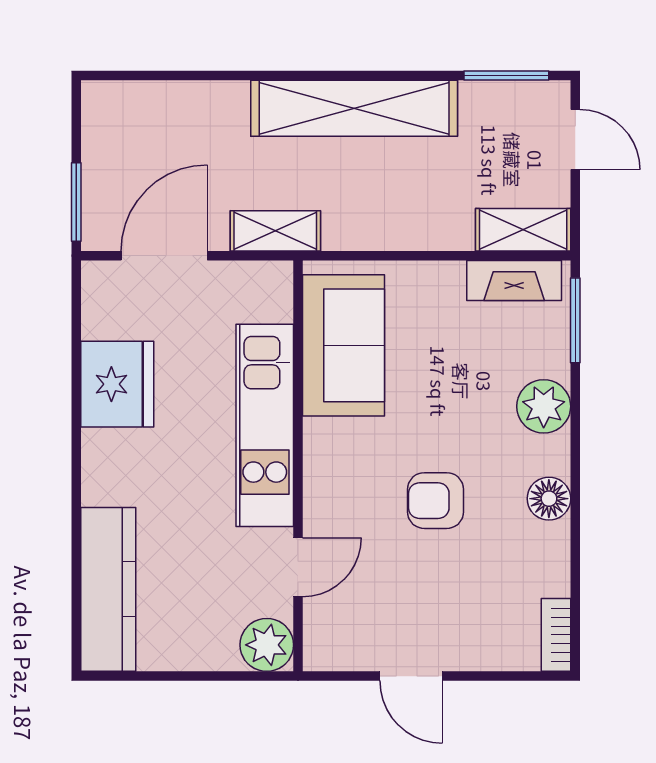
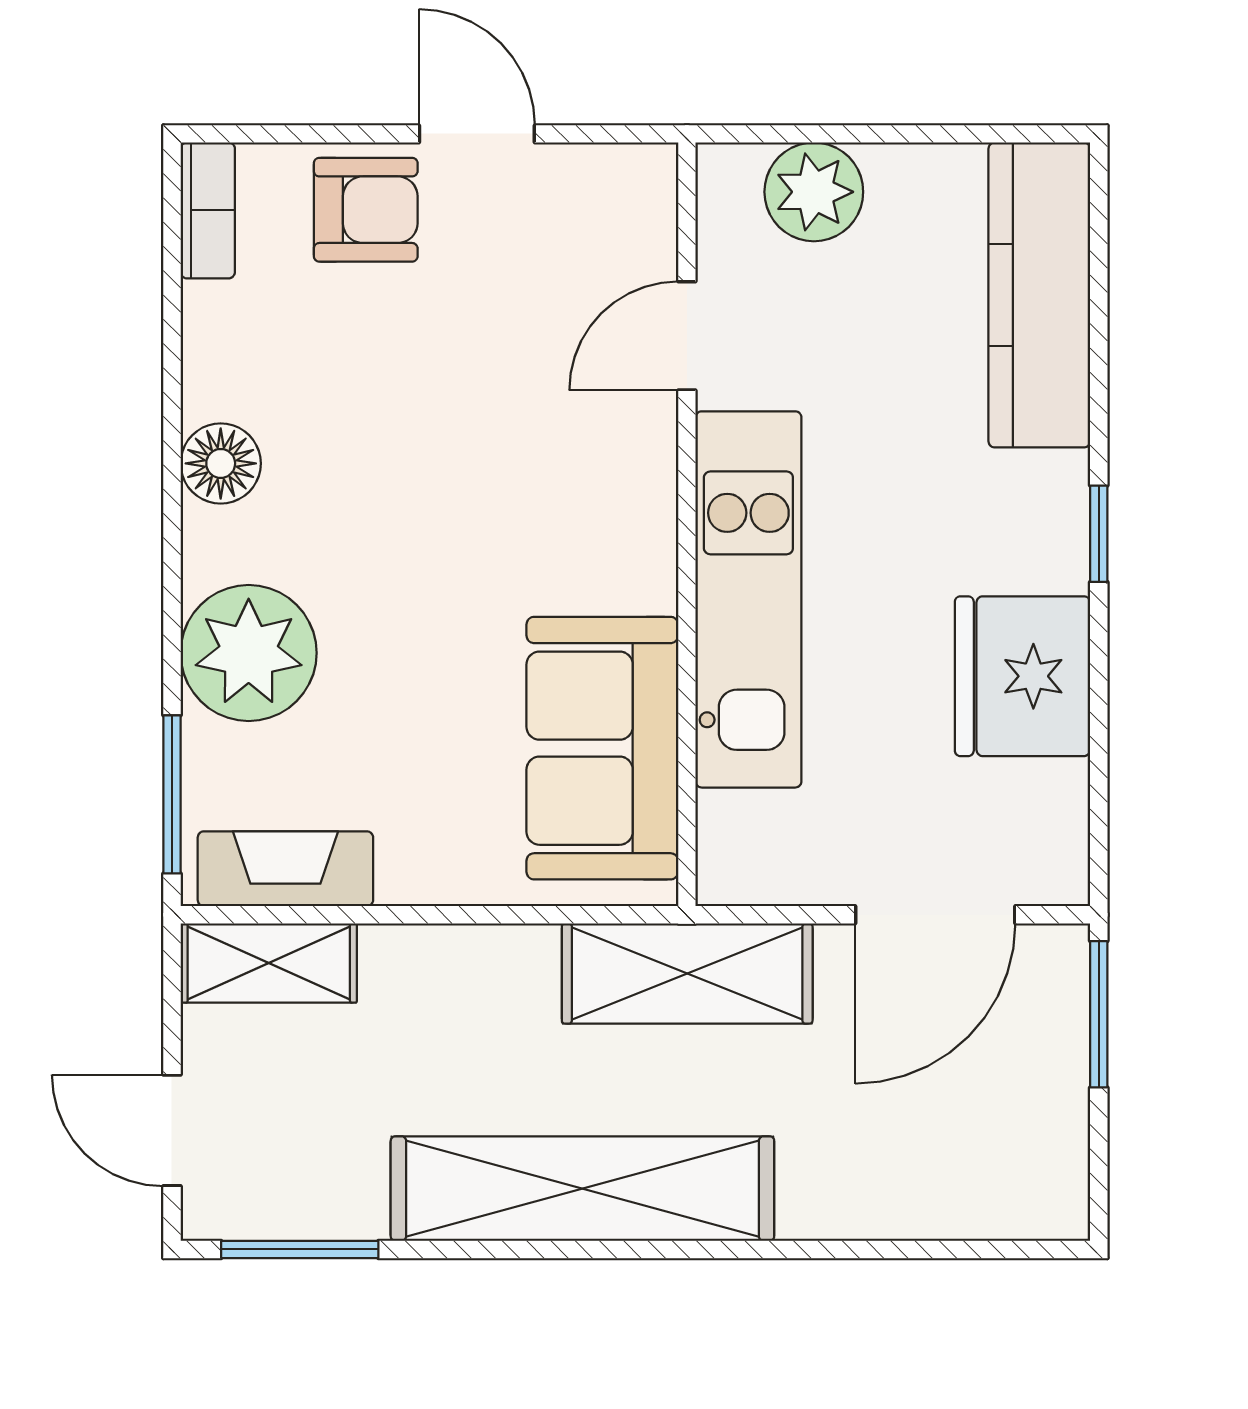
shelving: (275, 231) -> (687, 974), width x1.50, depth x1.33
plant: (544, 406) -> (249, 653), width x1.36, depth x1.36
window: (76, 461) -> (1099, 534), added
armchair: (436, 501) -> (366, 210), moved
plant: (267, 645) -> (814, 192), moved

